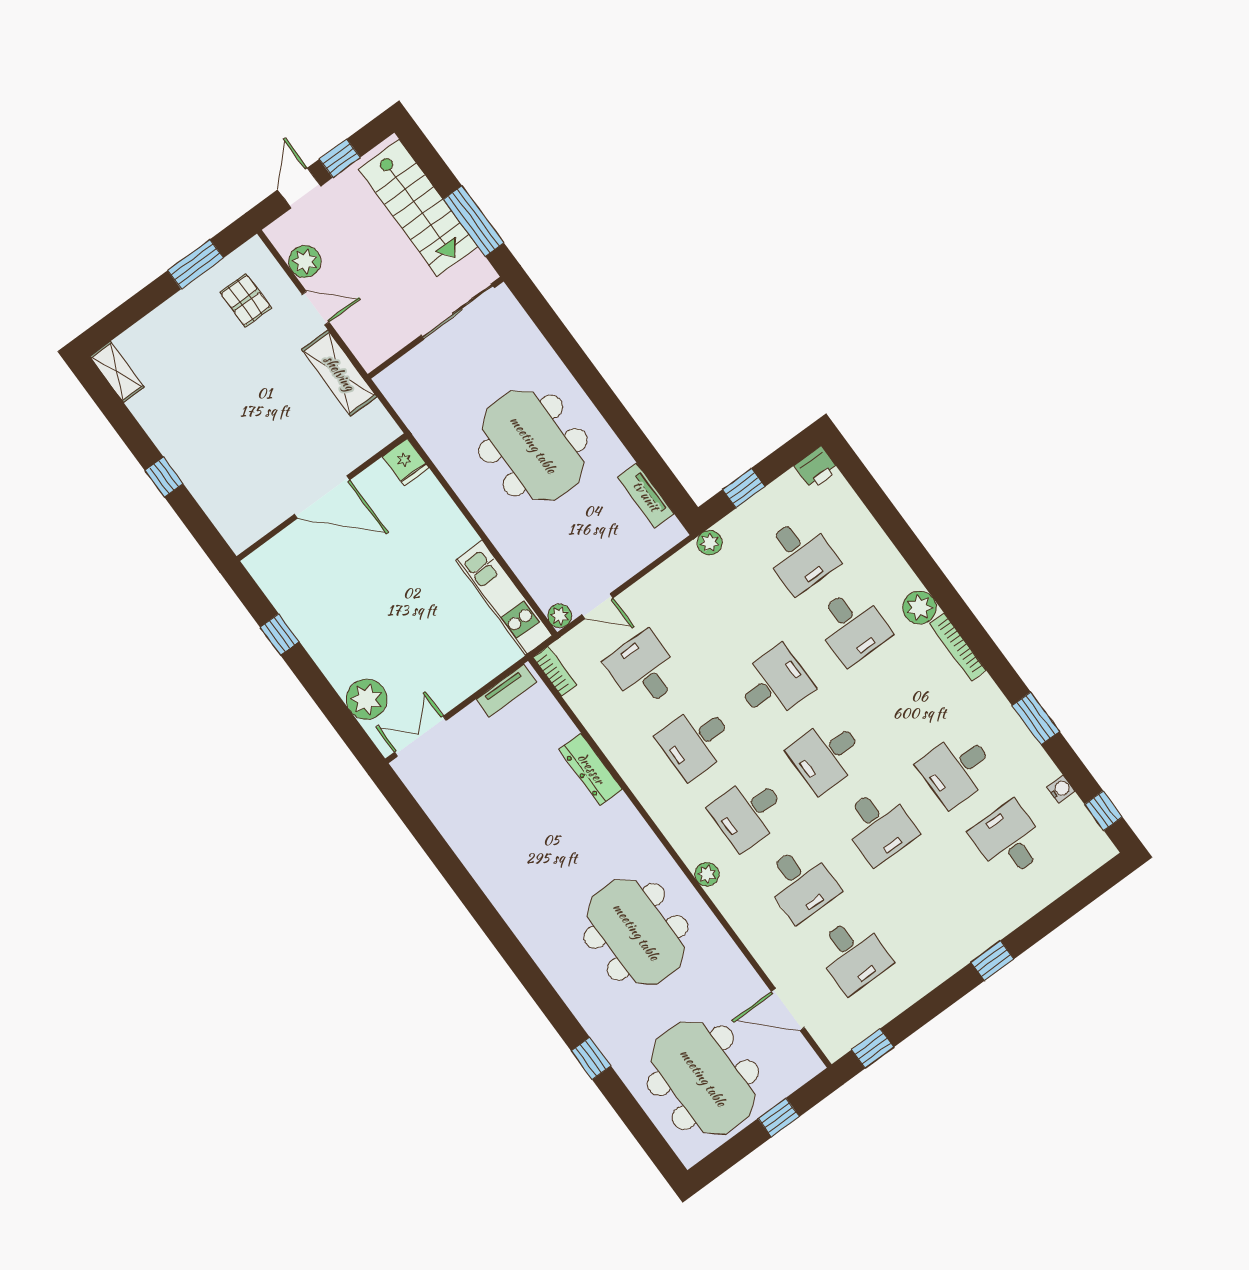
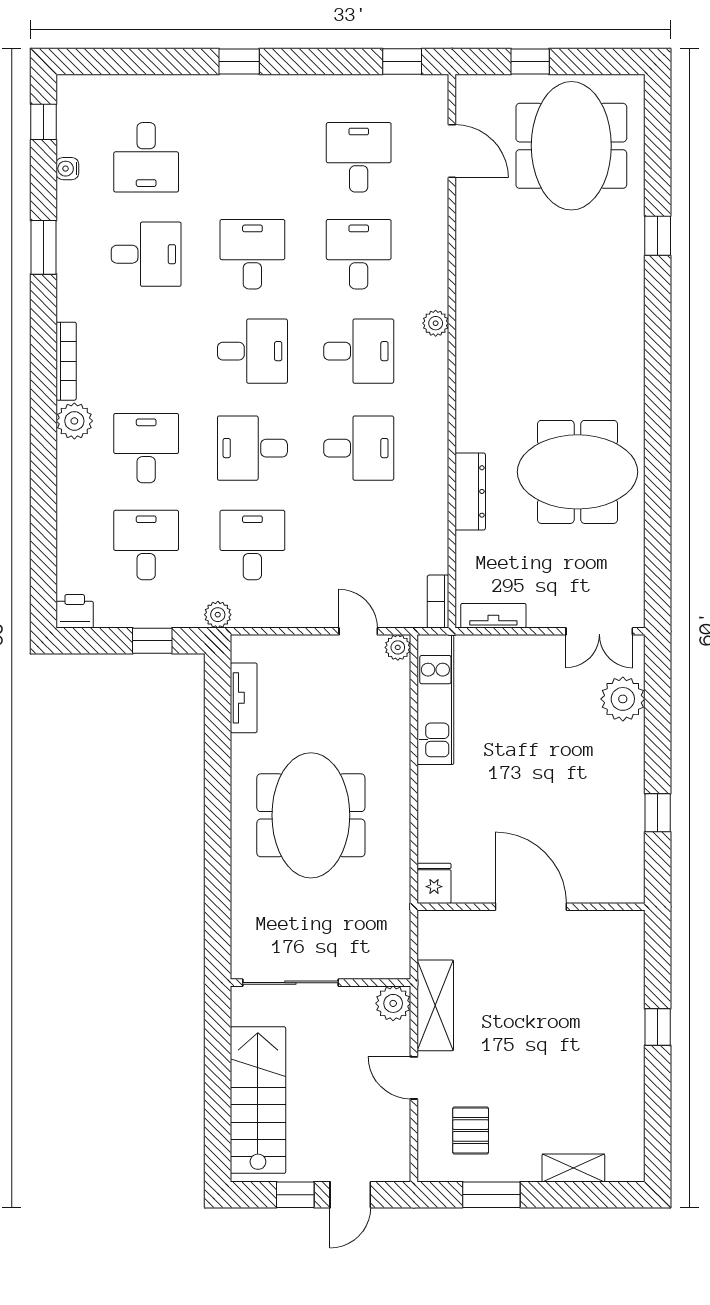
window: (474, 221) -> (218, 1052), removed
plant: (305, 261) -> (393, 1003), moved
shelving: (117, 372) -> (573, 1168), moved, turned 90
desk: (644, 670) -> (252, 545), moved, turned 180
meeting table: (636, 932) -> (577, 472), moved, turned 90

